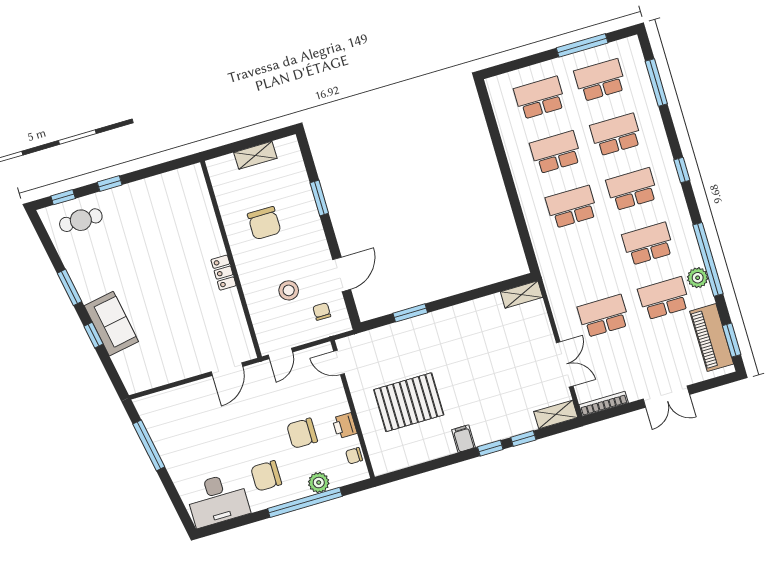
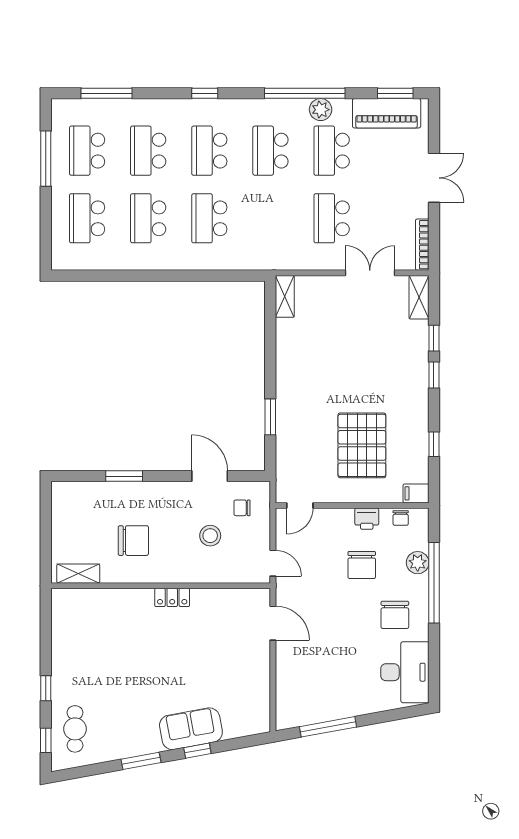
shelving: (255, 155) -> (78, 574), moved, turned 90
filing cabinet: (463, 439) -> (416, 493), moved
window: (429, 466) -> (434, 444), added

